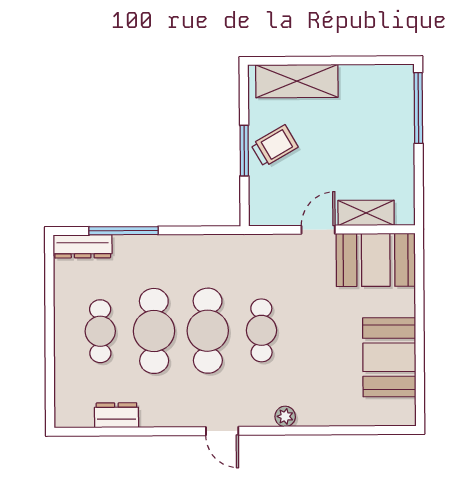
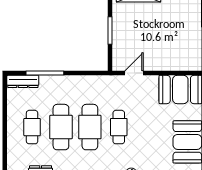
trolley: (274, 146) -> (126, 28), removed
shelving: (366, 213) -> (175, 64), removed
door: (318, 230) -> (134, 73), moved

